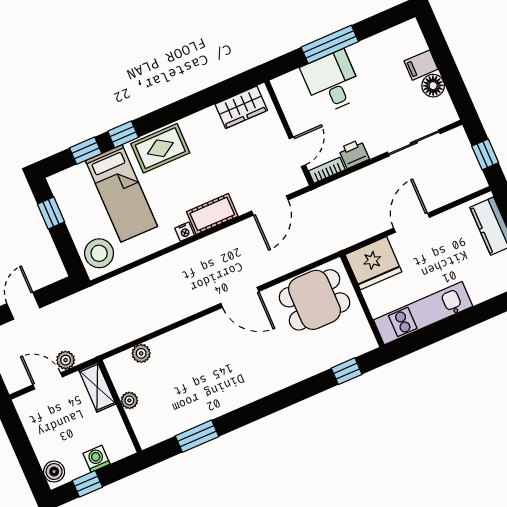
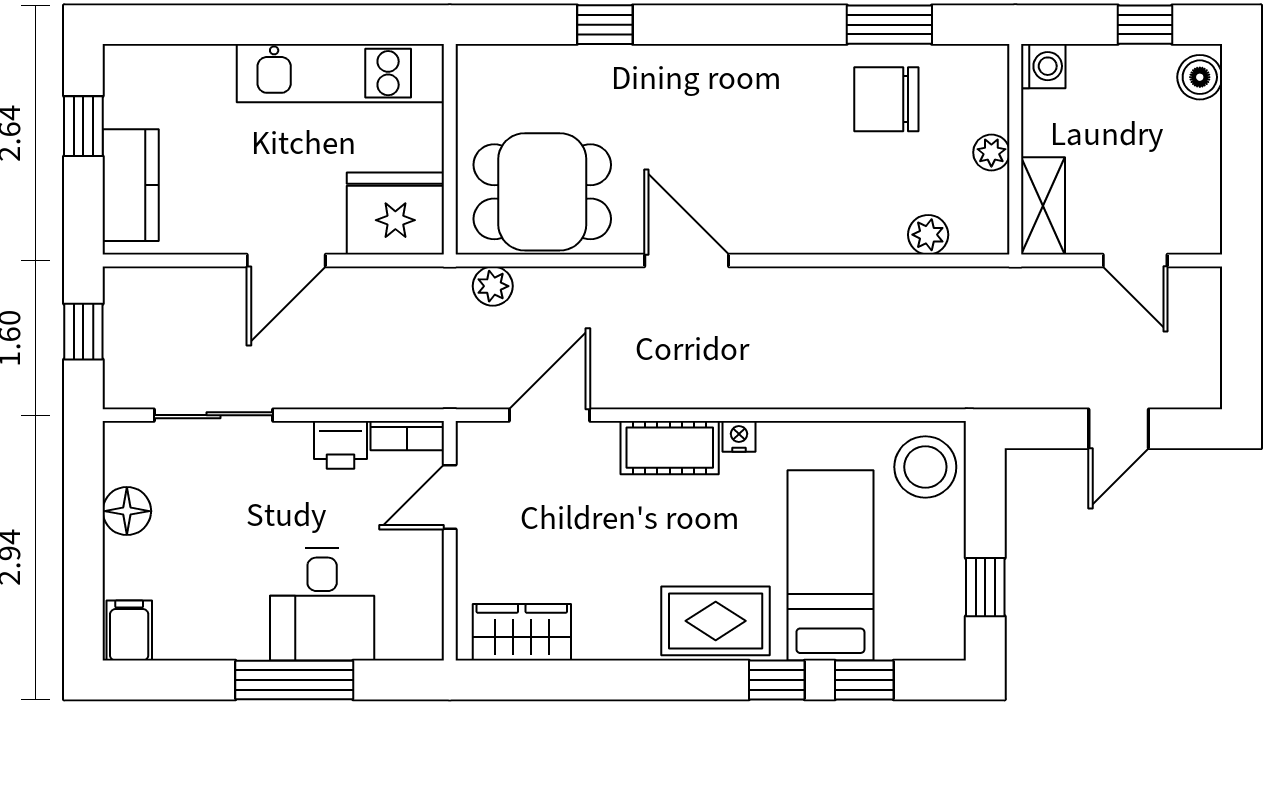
filing cabinet: (421, 65) -> (129, 631), moved, turned -90
plant: (66, 360) -> (493, 286), moved
window: (347, 371) -> (605, 25), moved
chair: (184, 404) -> (886, 99), added
washing machine: (96, 459) -> (1043, 66), moved, turned -90

